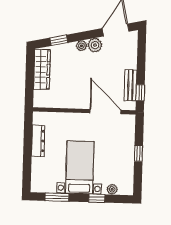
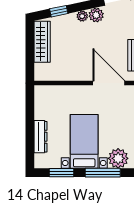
dresser: (38, 141) -> (41, 137), moved
plant: (112, 189) -> (118, 158), width x1.88, depth x1.88
window: (97, 198) -> (103, 173), width x2.17

